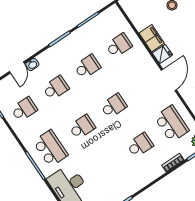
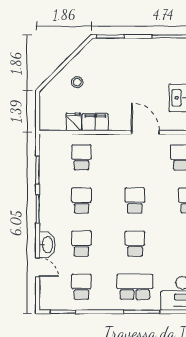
fridge: (162, 54) -> (74, 122), moved
washbasin: (32, 64) -> (47, 245), width x1.91, depth x1.45

